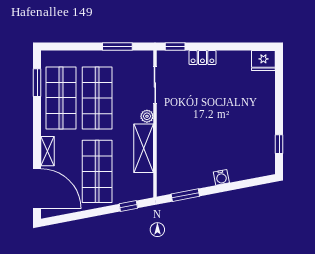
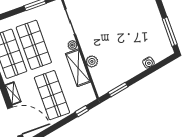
window: (279, 144) -> (170, 32), width x2.17
plant: (165, 147) -> (92, 61), added
water cooler: (221, 177) -> (148, 63), moved

